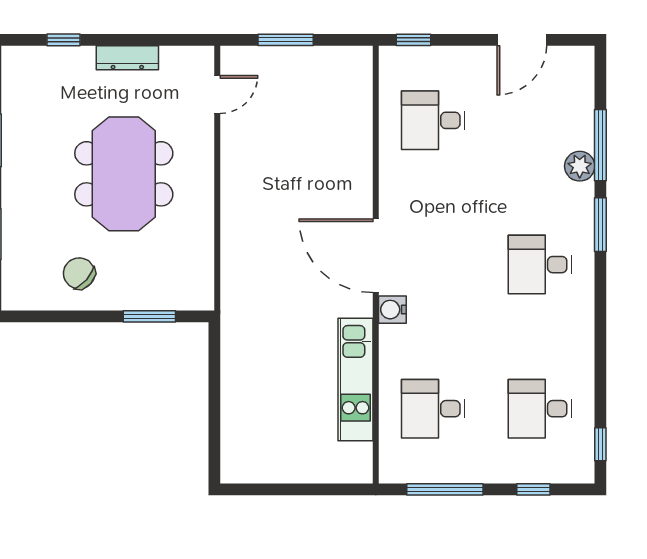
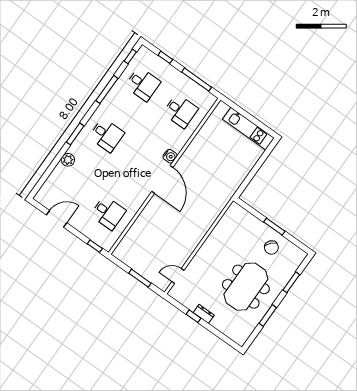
window: (64, 40) -> (193, 316), moved
dresser: (127, 58) -> (204, 314), width x0.70
window: (600, 145) -> (107, 89), moved
meeting table: (124, 174) -> (246, 287), moved
window: (149, 316) -> (274, 227), moved
kitchen unit: (356, 379) -> (248, 129), moved, turned 90

